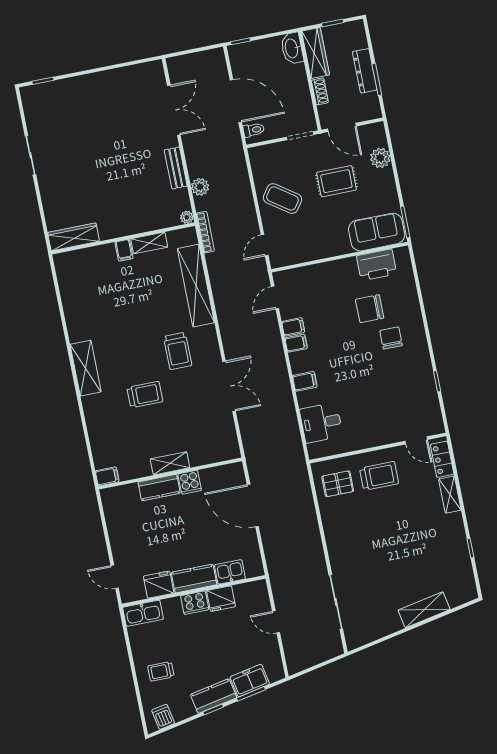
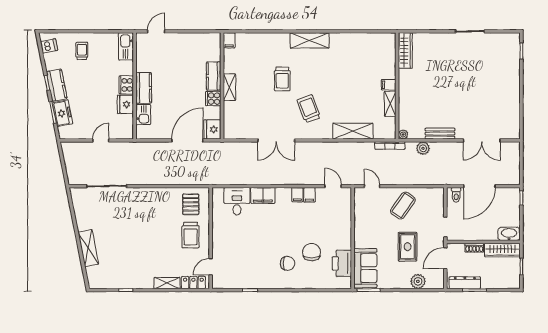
dresser: (365, 71) -> (465, 283), moved
shelving: (196, 286) -> (353, 131), width x0.68
trolley: (178, 351) -> (309, 109), turned 69
filing cabinet: (305, 381) -> (263, 195), width x2.00
fridge: (159, 585) -> (212, 129), moved, turned 180

